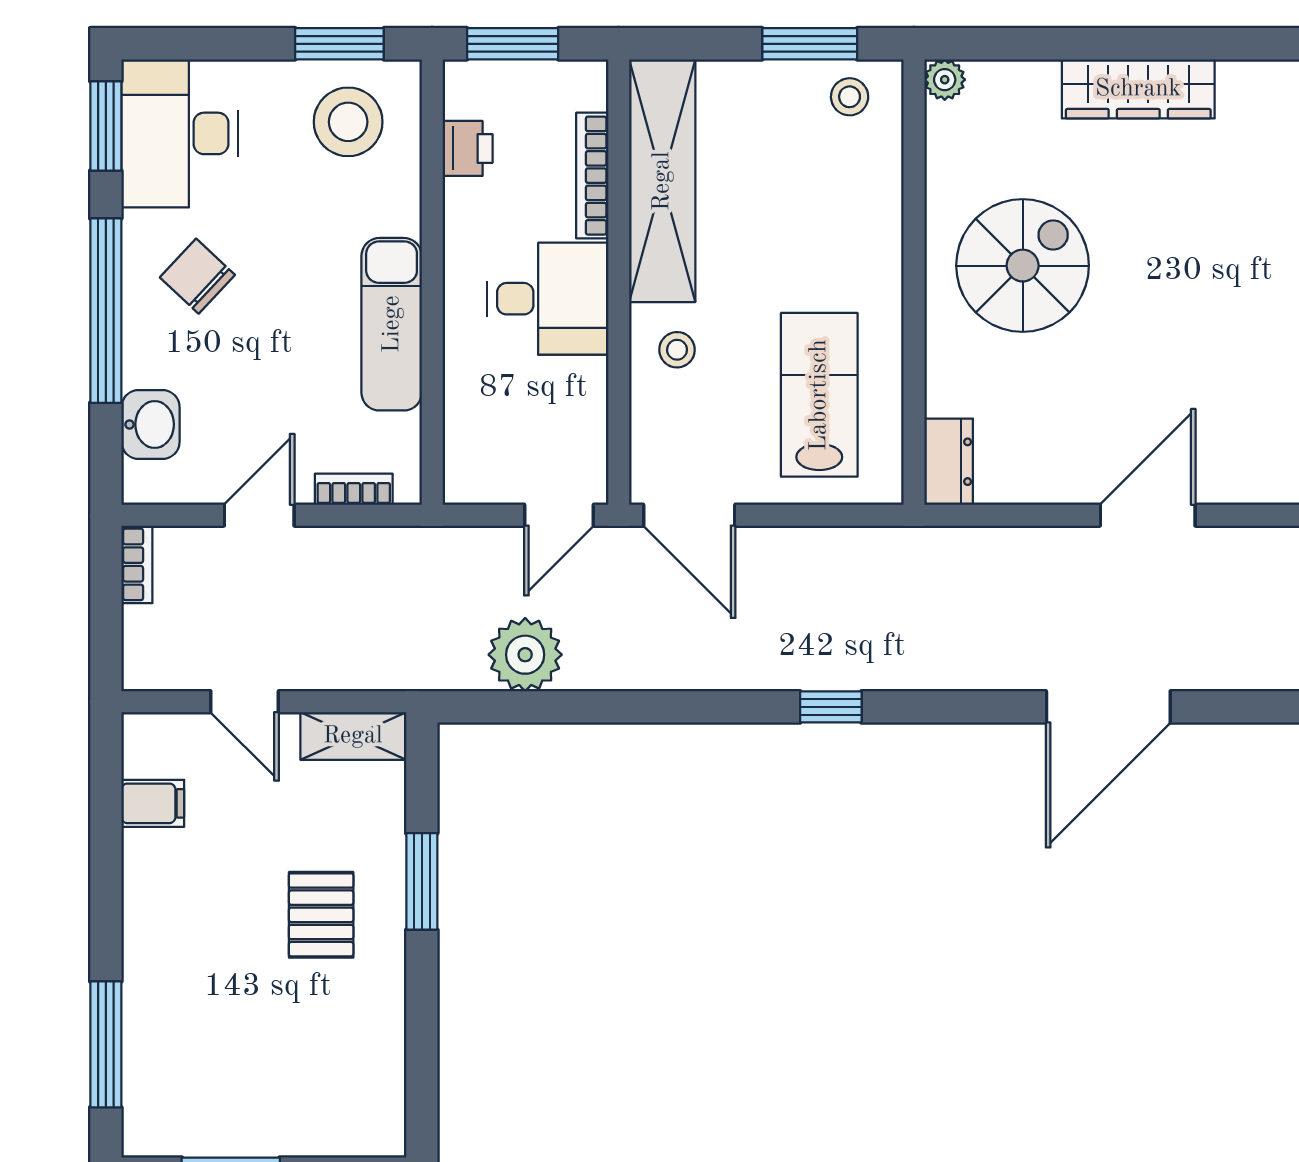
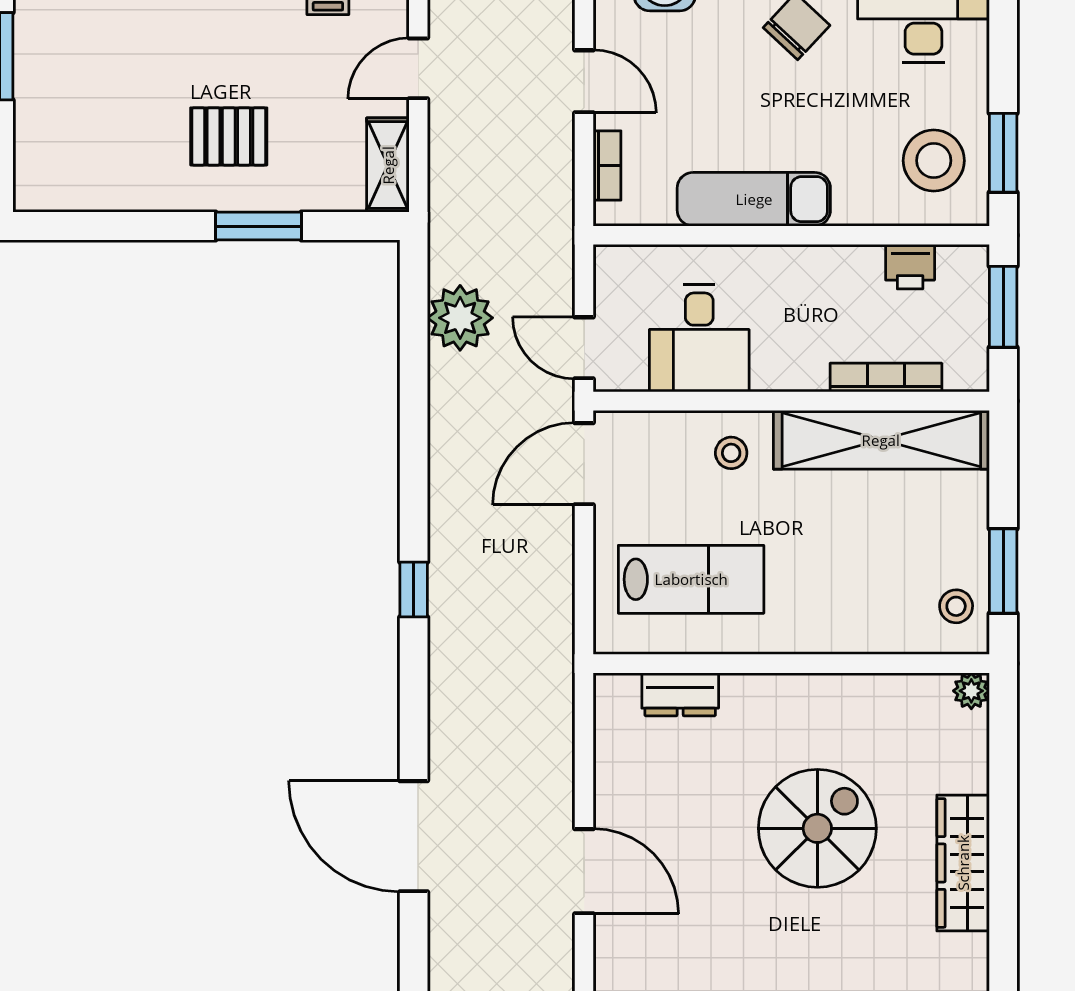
spiral stairs: (1023, 266) -> (817, 828), moved, turned -90
desk: (548, 299) -> (699, 338), moved
dresser: (949, 462) -> (680, 694), moved

